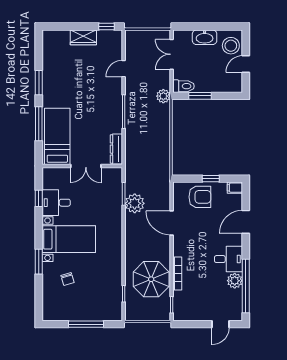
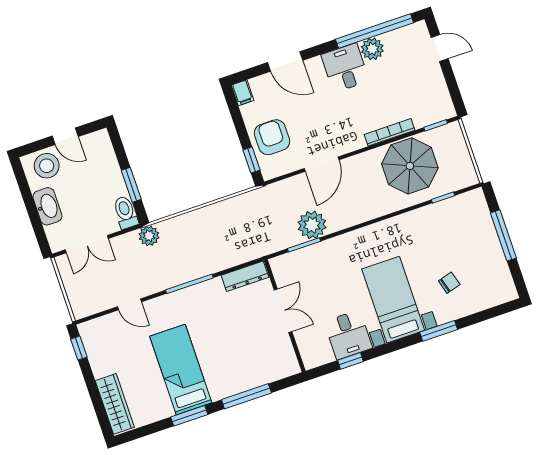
wardrobe: (83, 37) -> (115, 404), moved, width x1.50
bed: (57, 136) -> (181, 370), moved, turned 90
window: (211, 179) -> (251, 160), moved

